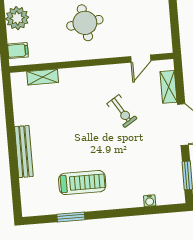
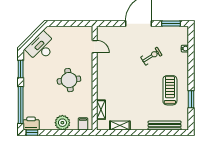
shelving: (169, 87) -> (120, 126), moved
exercise bike: (122, 111) -> (151, 56), moved
bench: (24, 152) -> (165, 126), moved

